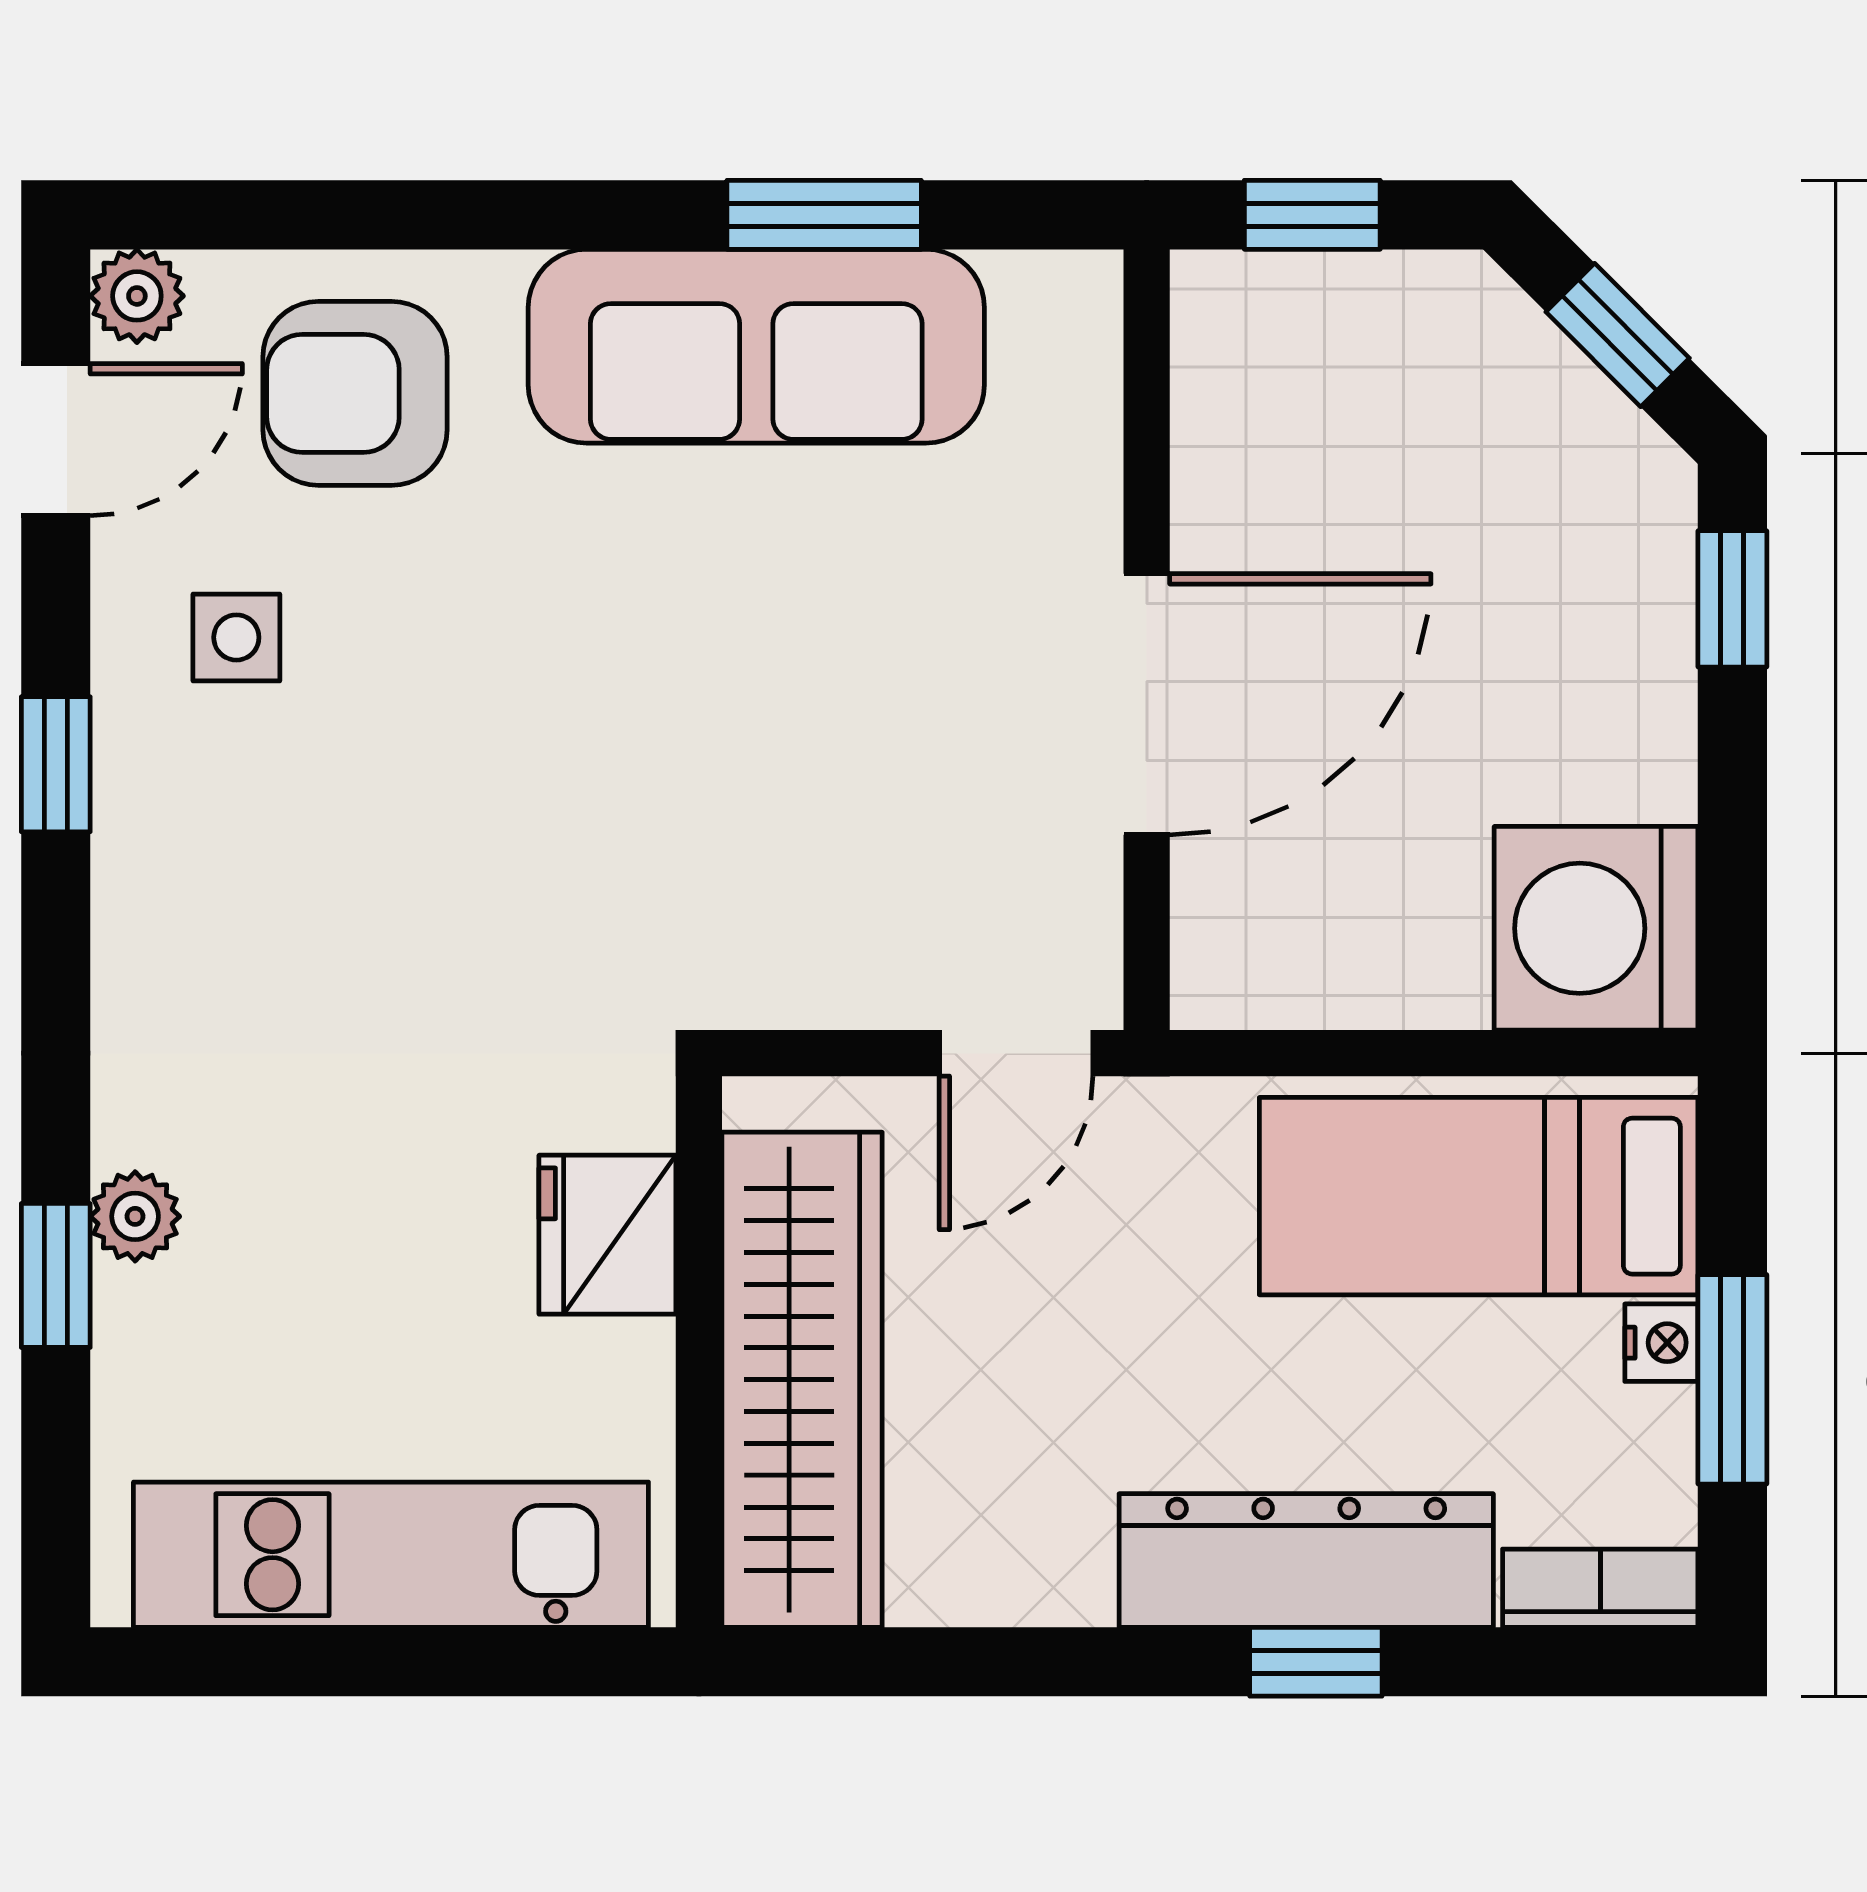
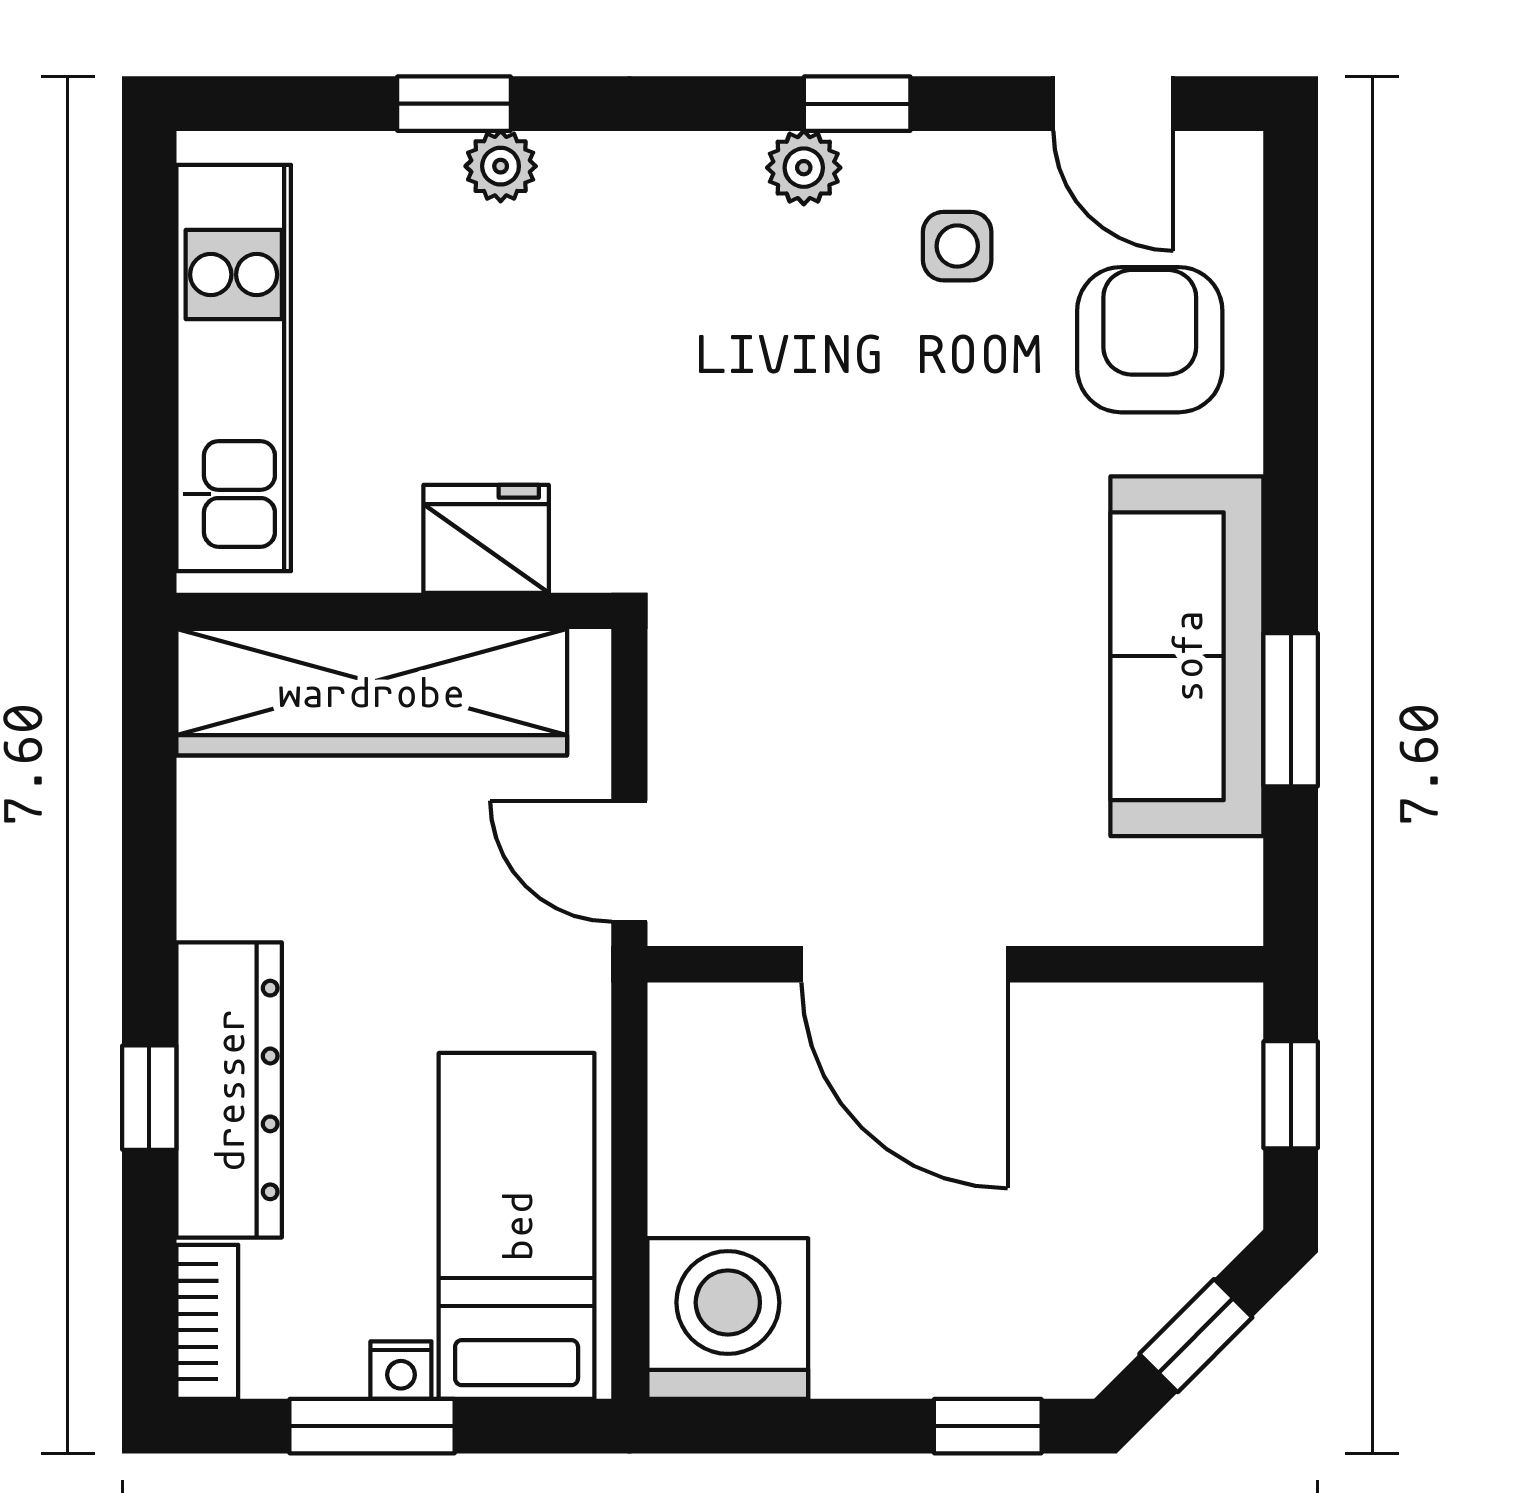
plant: (137, 296) -> (804, 168), moved

